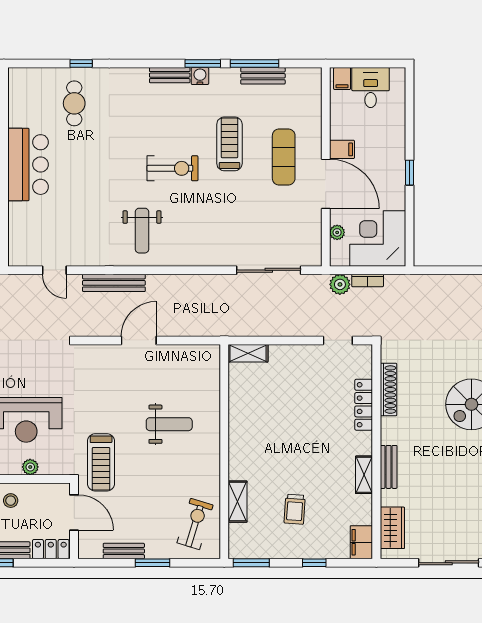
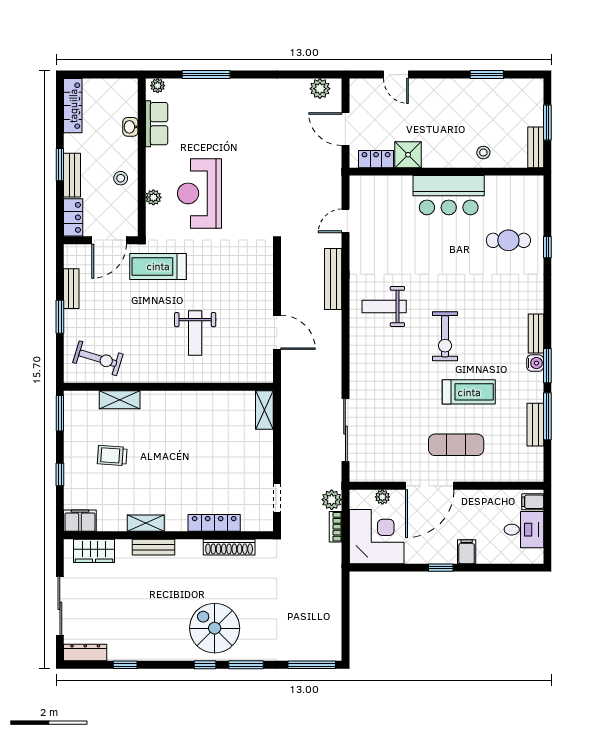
filing cabinet: (342, 149) -> (467, 552), moved, turned 180
door: (139, 340) -> (277, 332), moved

